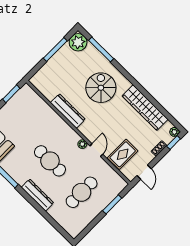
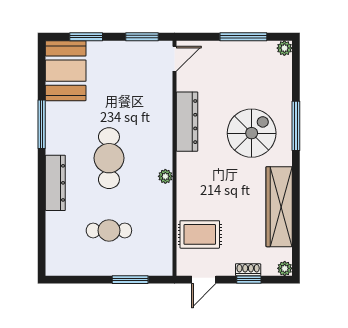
plant: (78, 42) -> (284, 48), width x0.53, depth x0.53
window: (101, 49) -> (296, 126), moved
window: (174, 142) -> (249, 280), moved
door: (96, 150) -> (174, 59), moved
cafe table: (82, 192) -> (109, 230), width x0.73, depth x0.74

